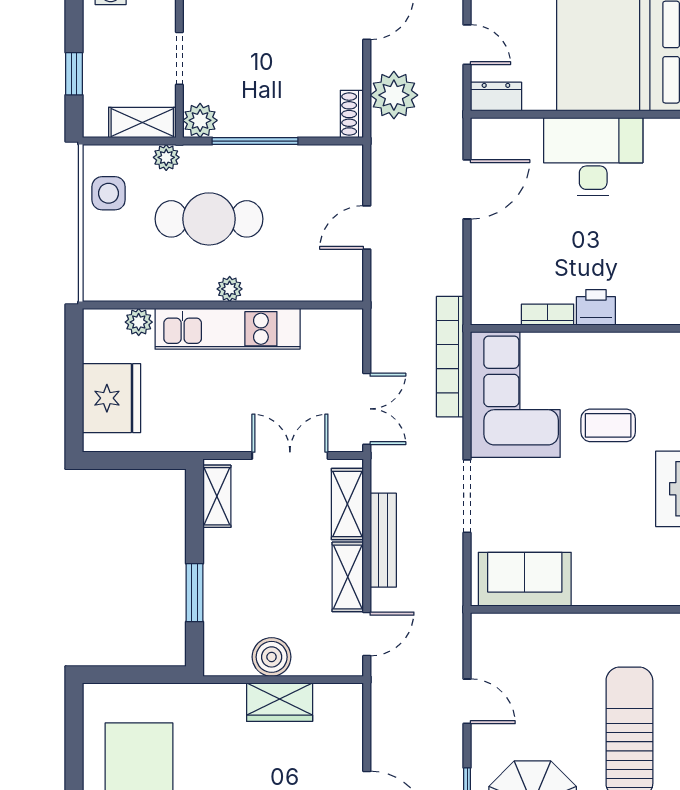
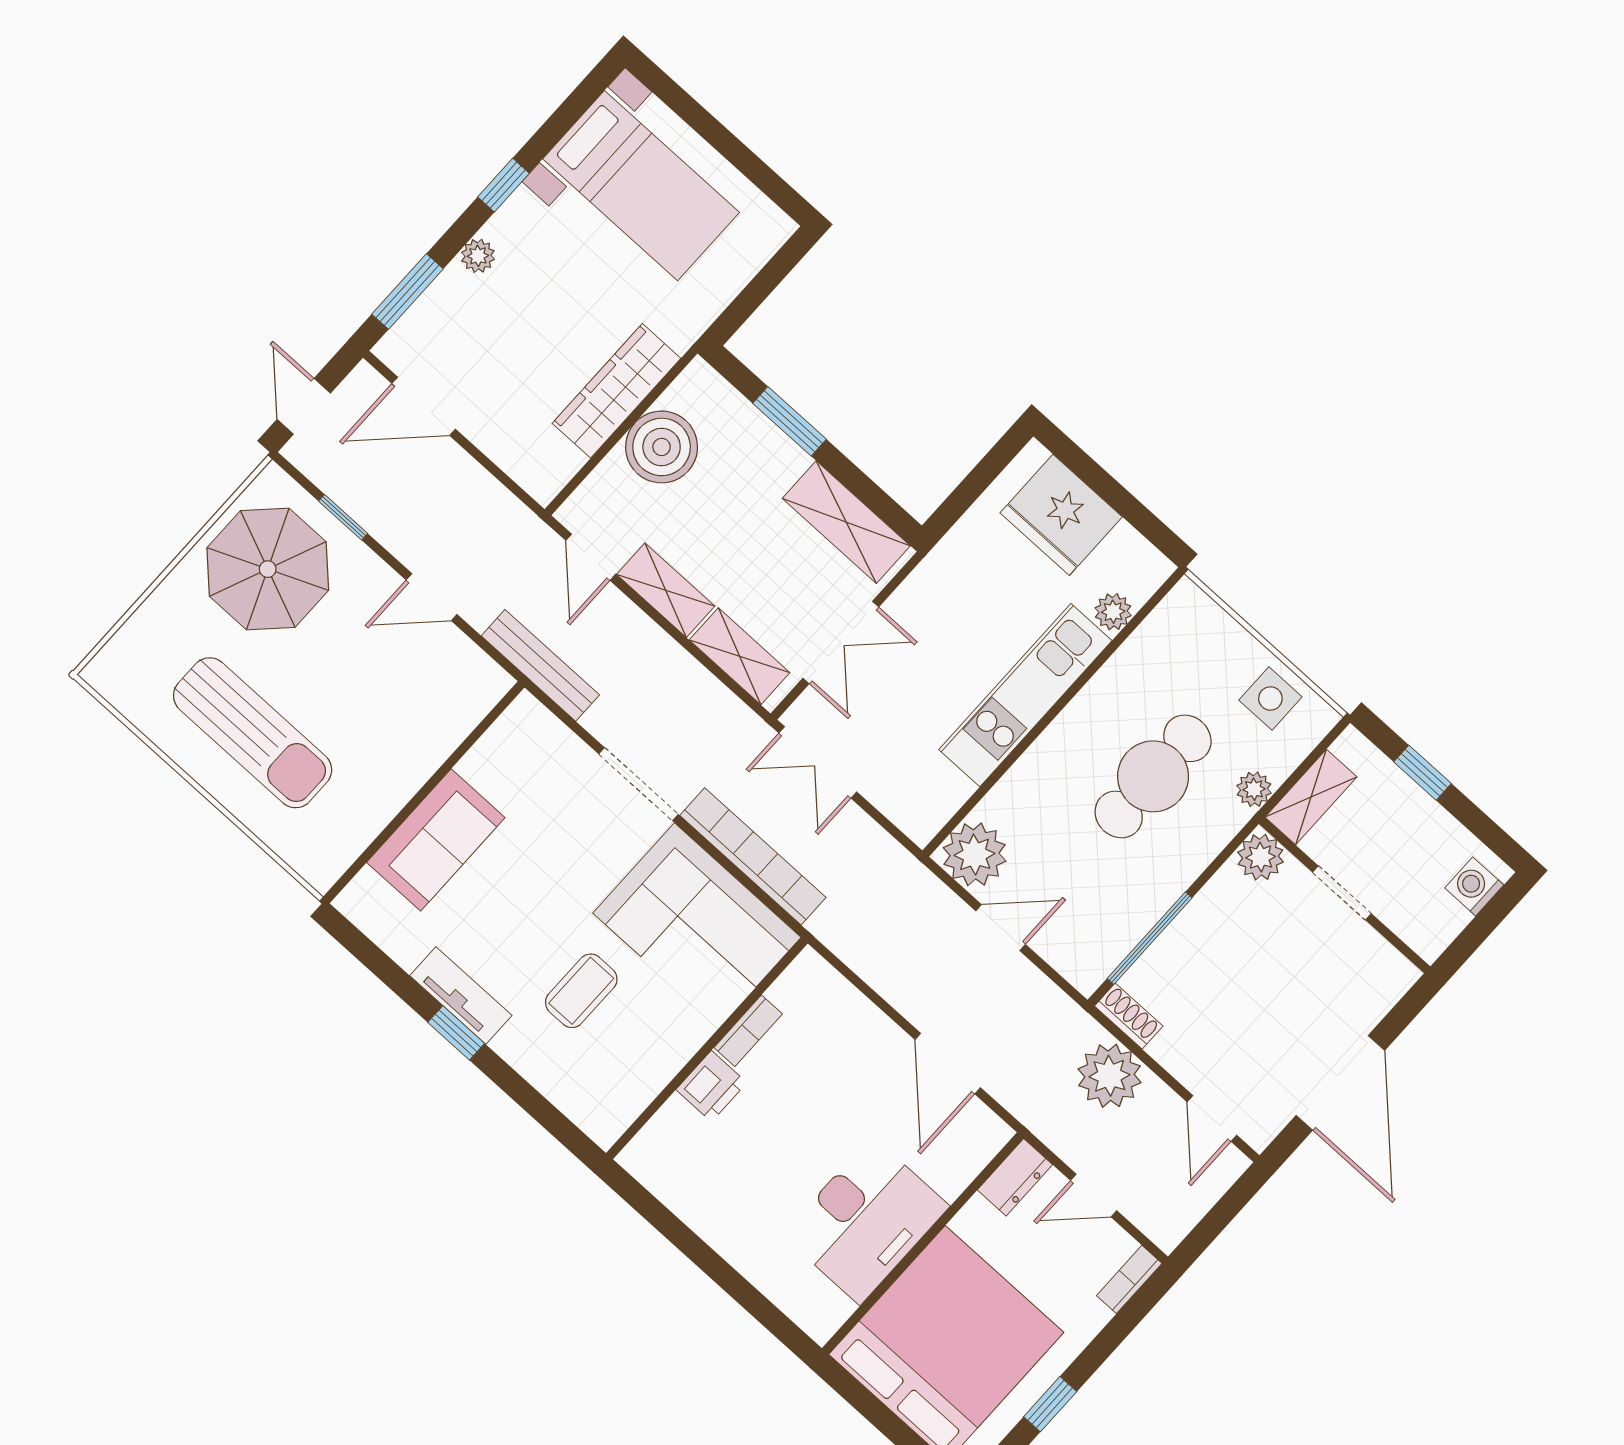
window: (255, 141) -> (1150, 938), moved
door: (367, 228) -> (1001, 928), hinge flipped
plant: (230, 289) -> (975, 854), moved, width x1.87, depth x1.87
bookcase: (450, 357) -> (753, 856), moved
shelving: (217, 496) -> (846, 522), width x1.50, depth x1.33
bench: (383, 540) -> (540, 665), moved
sofa: (525, 579) -> (436, 840), moved
boiler: (272, 657) -> (662, 447), width x1.37, depth x1.37
wardrobe: (280, 702) -> (617, 391), width x1.50

